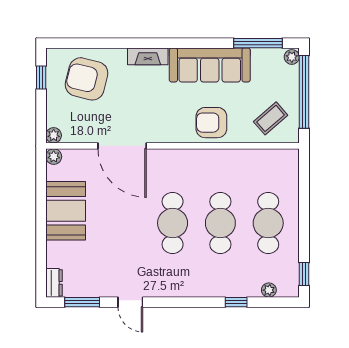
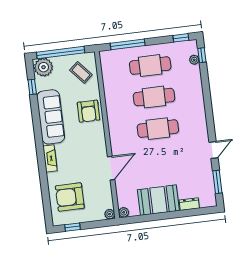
window: (258, 43) -> (32, 87), width x0.46
plant: (292, 57) -> (44, 67), width x1.87, depth x1.87
armchair: (87, 79) -> (70, 197), turned 76
door: (122, 146) -> (111, 168), width x0.73
window: (304, 193) -> (128, 44), added
dresser: (54, 283) -> (189, 204), moved
window: (236, 302) -> (202, 55), moved

